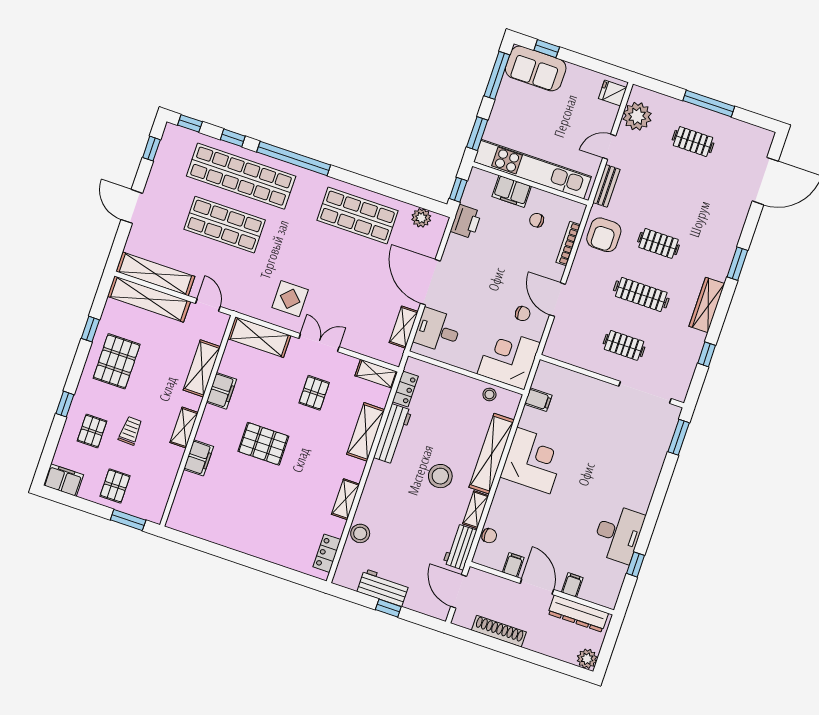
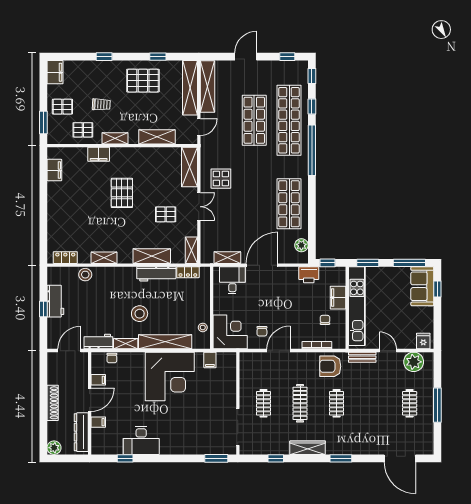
filing cabinet: (221, 391) -> (54, 170), moved, turned -90
pallet: (92, 431) -> (83, 130), moved
corner desk: (533, 460) -> (170, 376), width x1.36, depth x1.36
shoe rack: (499, 631) -> (53, 403), moved

